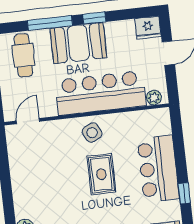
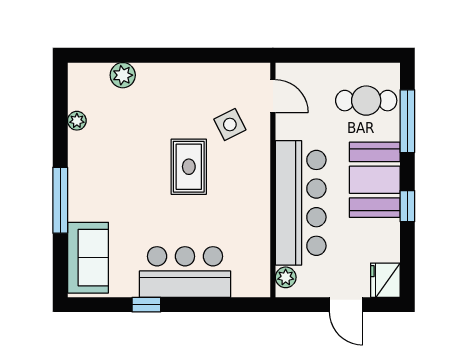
window: (50, 23) -> (407, 121), moved
side table: (92, 133) -> (230, 125), moved
rug: (101, 174) -> (189, 167), moved, turned 90

